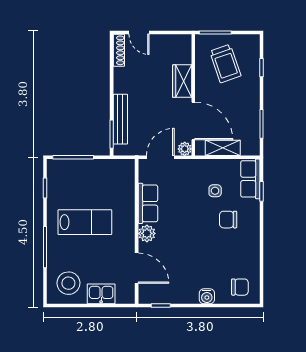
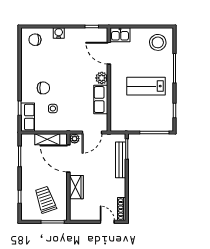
kitchen sink: (101, 294) -> (120, 35), moved

